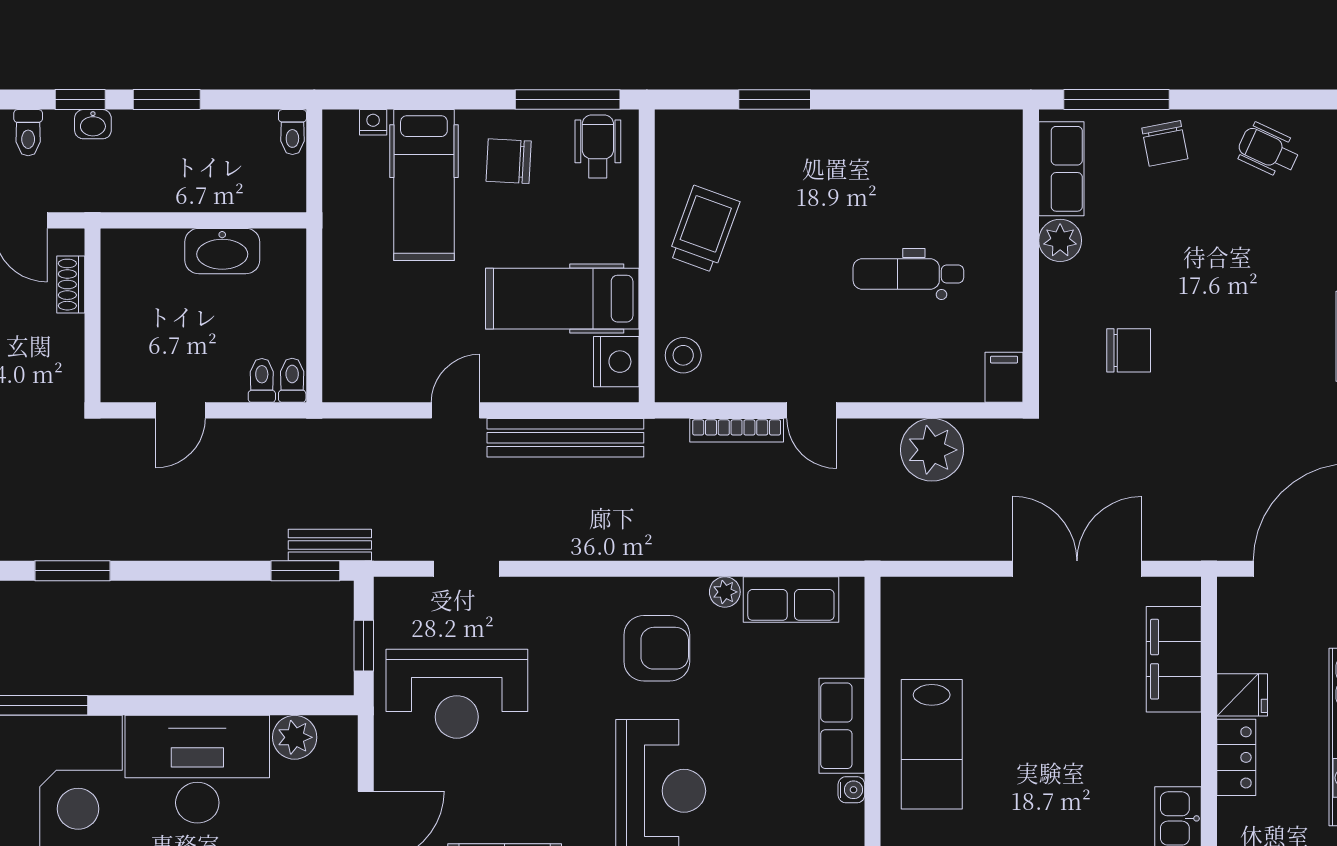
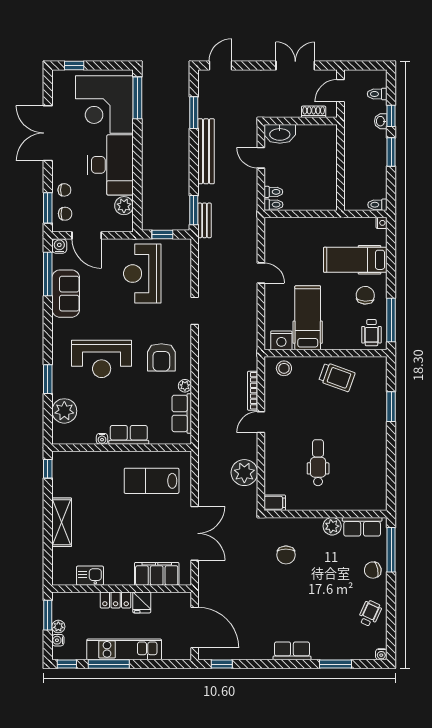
nightstand: (373, 122) -> (382, 223), moved
wheelchair: (598, 146) -> (371, 333), turned 90
washbasin: (222, 251) -> (280, 134), moved, turned -90
bench: (565, 438) -> (206, 151), moved
doorway: (467, 569) -> (195, 311), moved
lab bench: (932, 744) -> (152, 481), moved

